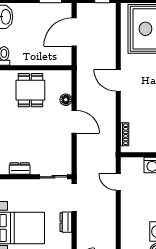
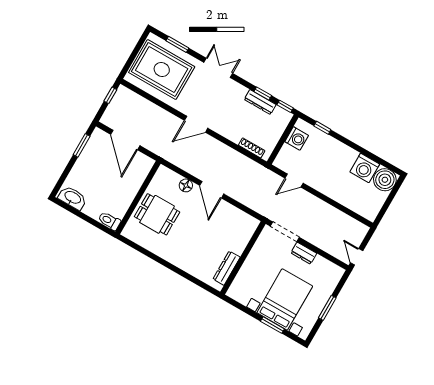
door: (74, 122) -> (212, 190), swing flipped
dresser: (20, 169) -> (227, 268), width x1.44
sliding door: (53, 177) -> (253, 240), removed

